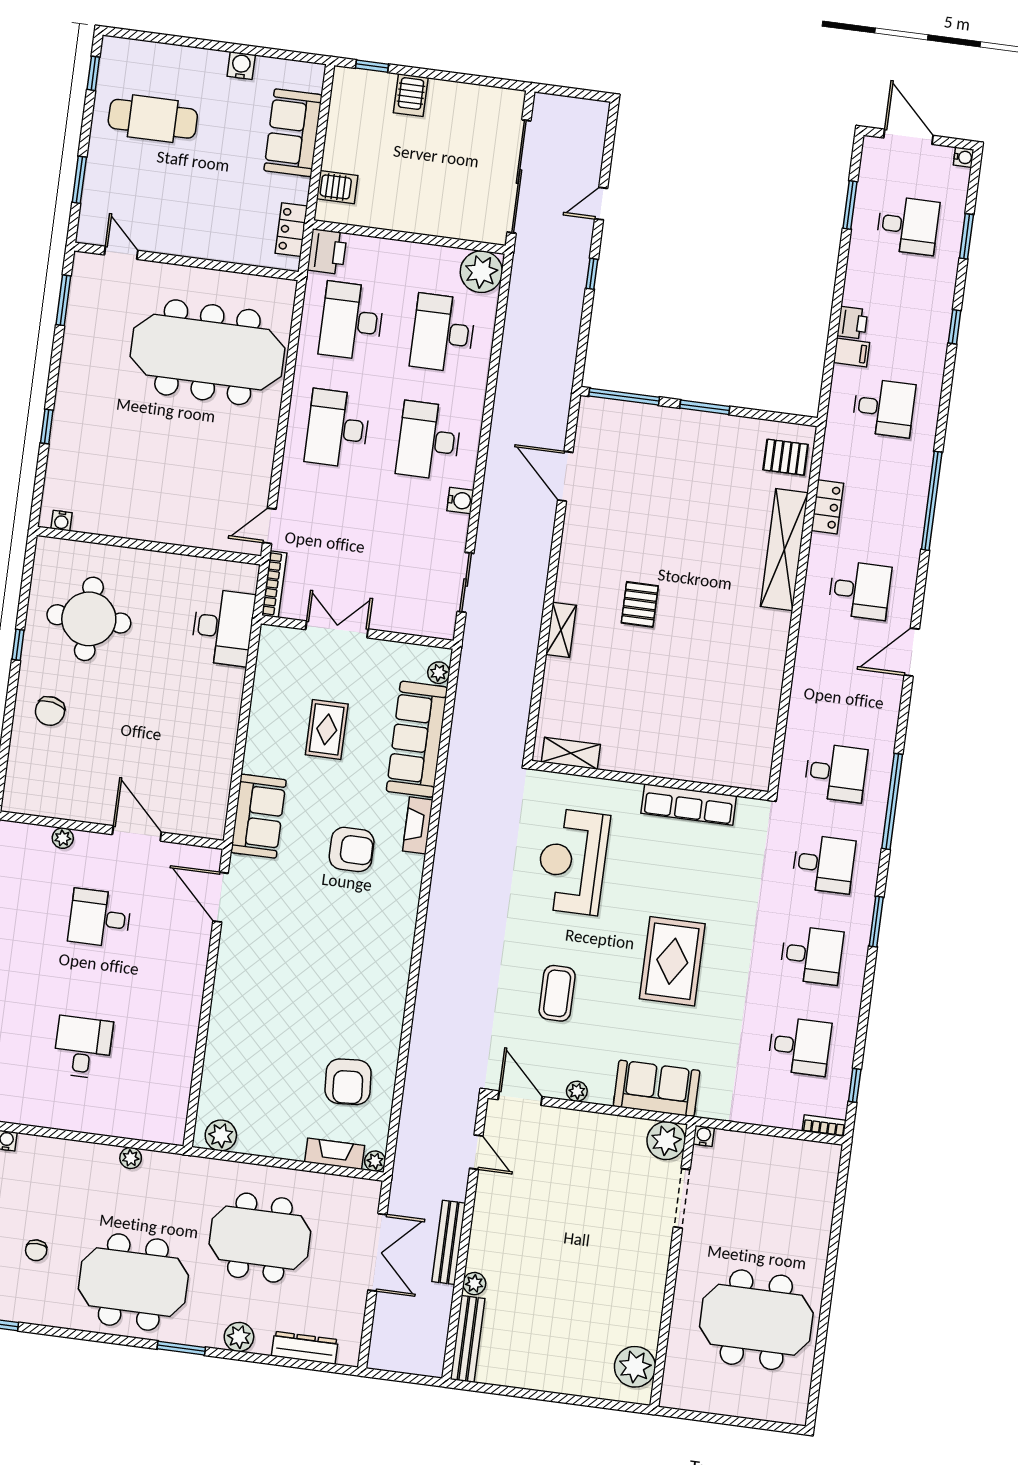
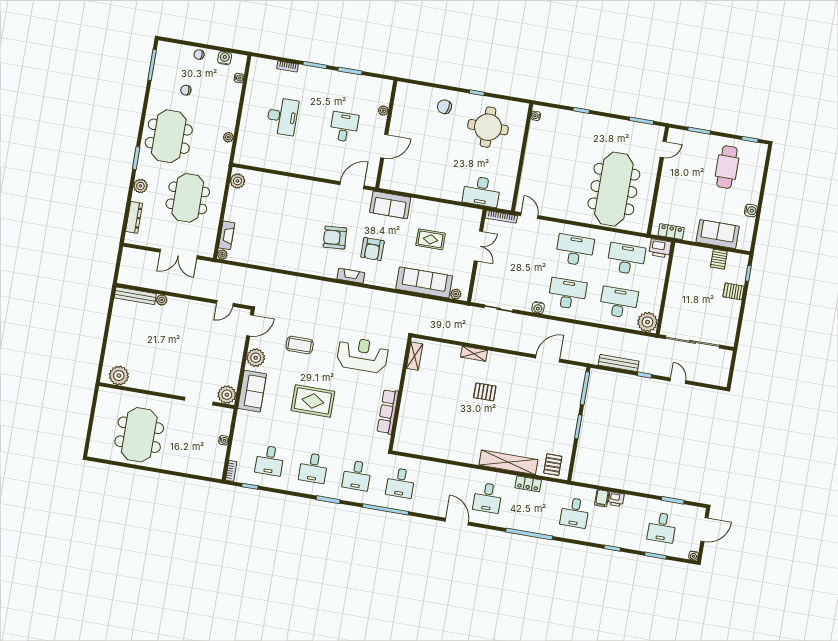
server rack: (337, 187) -> (719, 259), moved
fireplace: (418, 825) -> (351, 276), moved
desk: (83, 1047) -> (282, 116), width x1.37
armchair: (348, 1082) -> (335, 238), moved
plant: (577, 1091) -> (256, 358), width x1.87, depth x1.87
water cooler: (704, 1136) -> (224, 440), moved
bench: (449, 1242) -> (619, 363), moved

